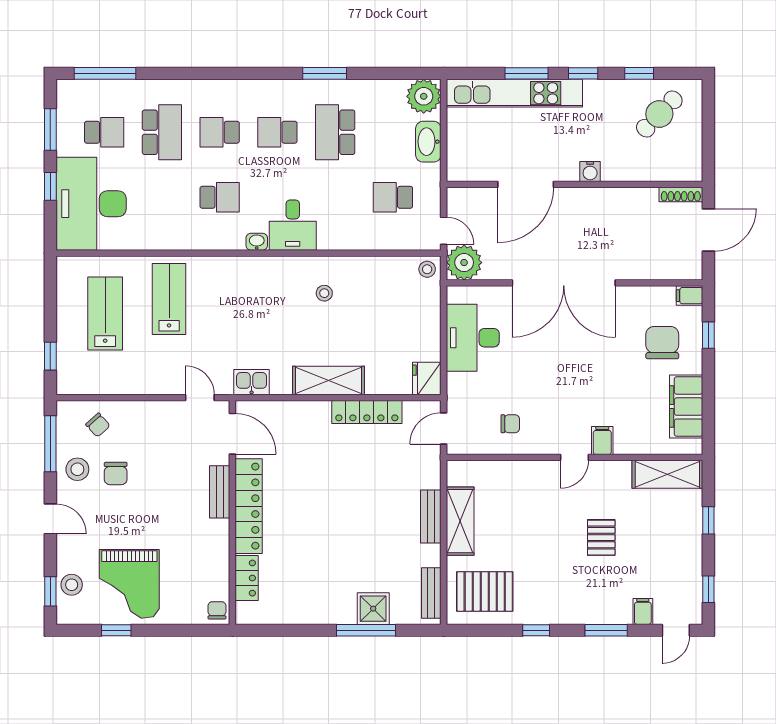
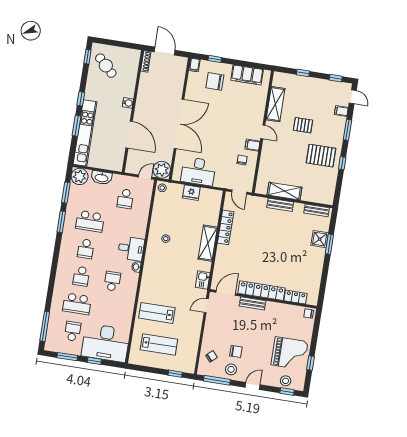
window: (386, 73) -> (66, 193), added
window: (639, 73) -> (87, 57), moved
school desk: (162, 132) -> (77, 304), turned 180
lab bench: (105, 314) -> (159, 344), turned 180
fridge: (427, 379) -> (191, 193), moved
filing cabinet: (602, 440) -> (252, 145), moved
shelving: (667, 474) -> (275, 104), moved
pallet: (485, 591) -> (321, 156), moved, turned 90
window: (366, 630) -> (329, 244), width x0.69

